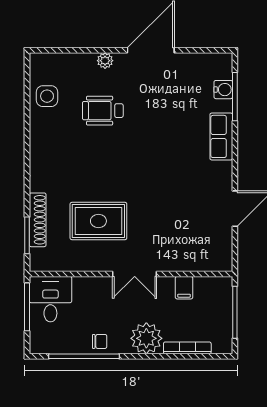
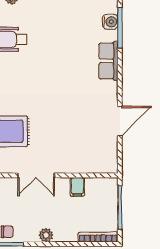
plant: (146, 338) -> (46, 235), width x0.53, depth x0.53
bookcase: (187, 348) -> (98, 237), moved

